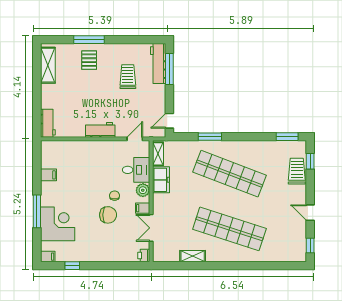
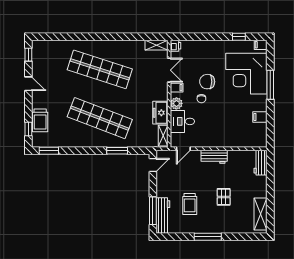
window: (89, 40) -> (208, 237), moved
pallet: (89, 60) -> (224, 197), moved
corner desk: (58, 224) -> (246, 74), width x1.36, depth x1.36
shelving: (193, 256) -> (156, 45), moved

